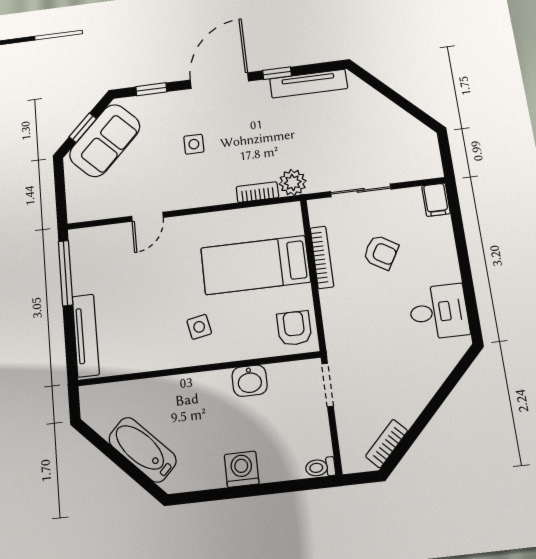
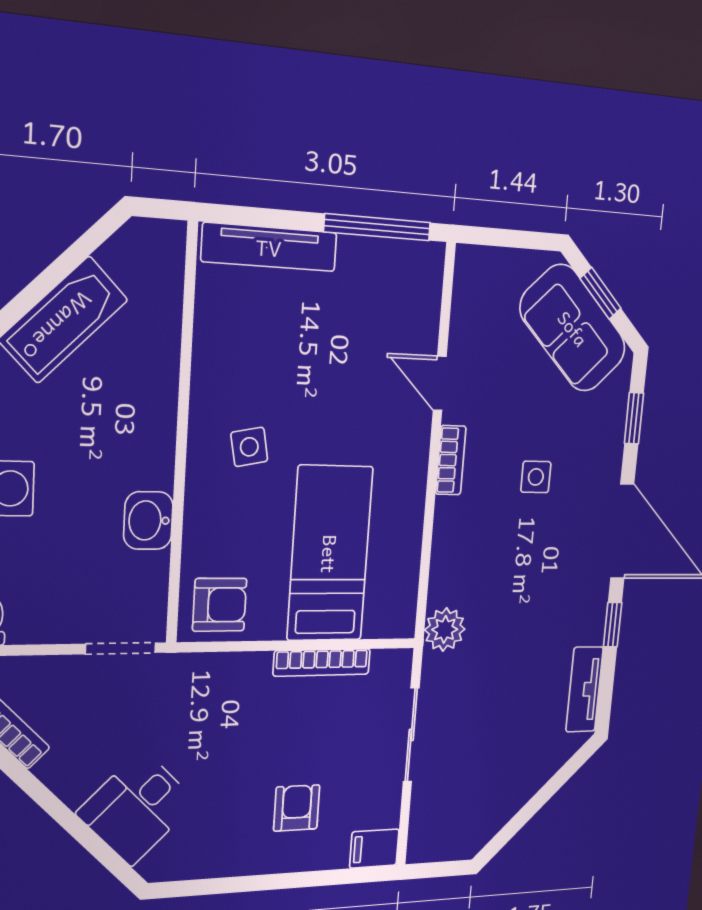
tv unit: (309, 84) -> (584, 689), width x0.71
bookcase: (257, 192) -> (451, 460), moved
armchair: (381, 252) -> (297, 808), moved, turned 149
desk: (439, 312) -> (137, 808), moved, turned 45

